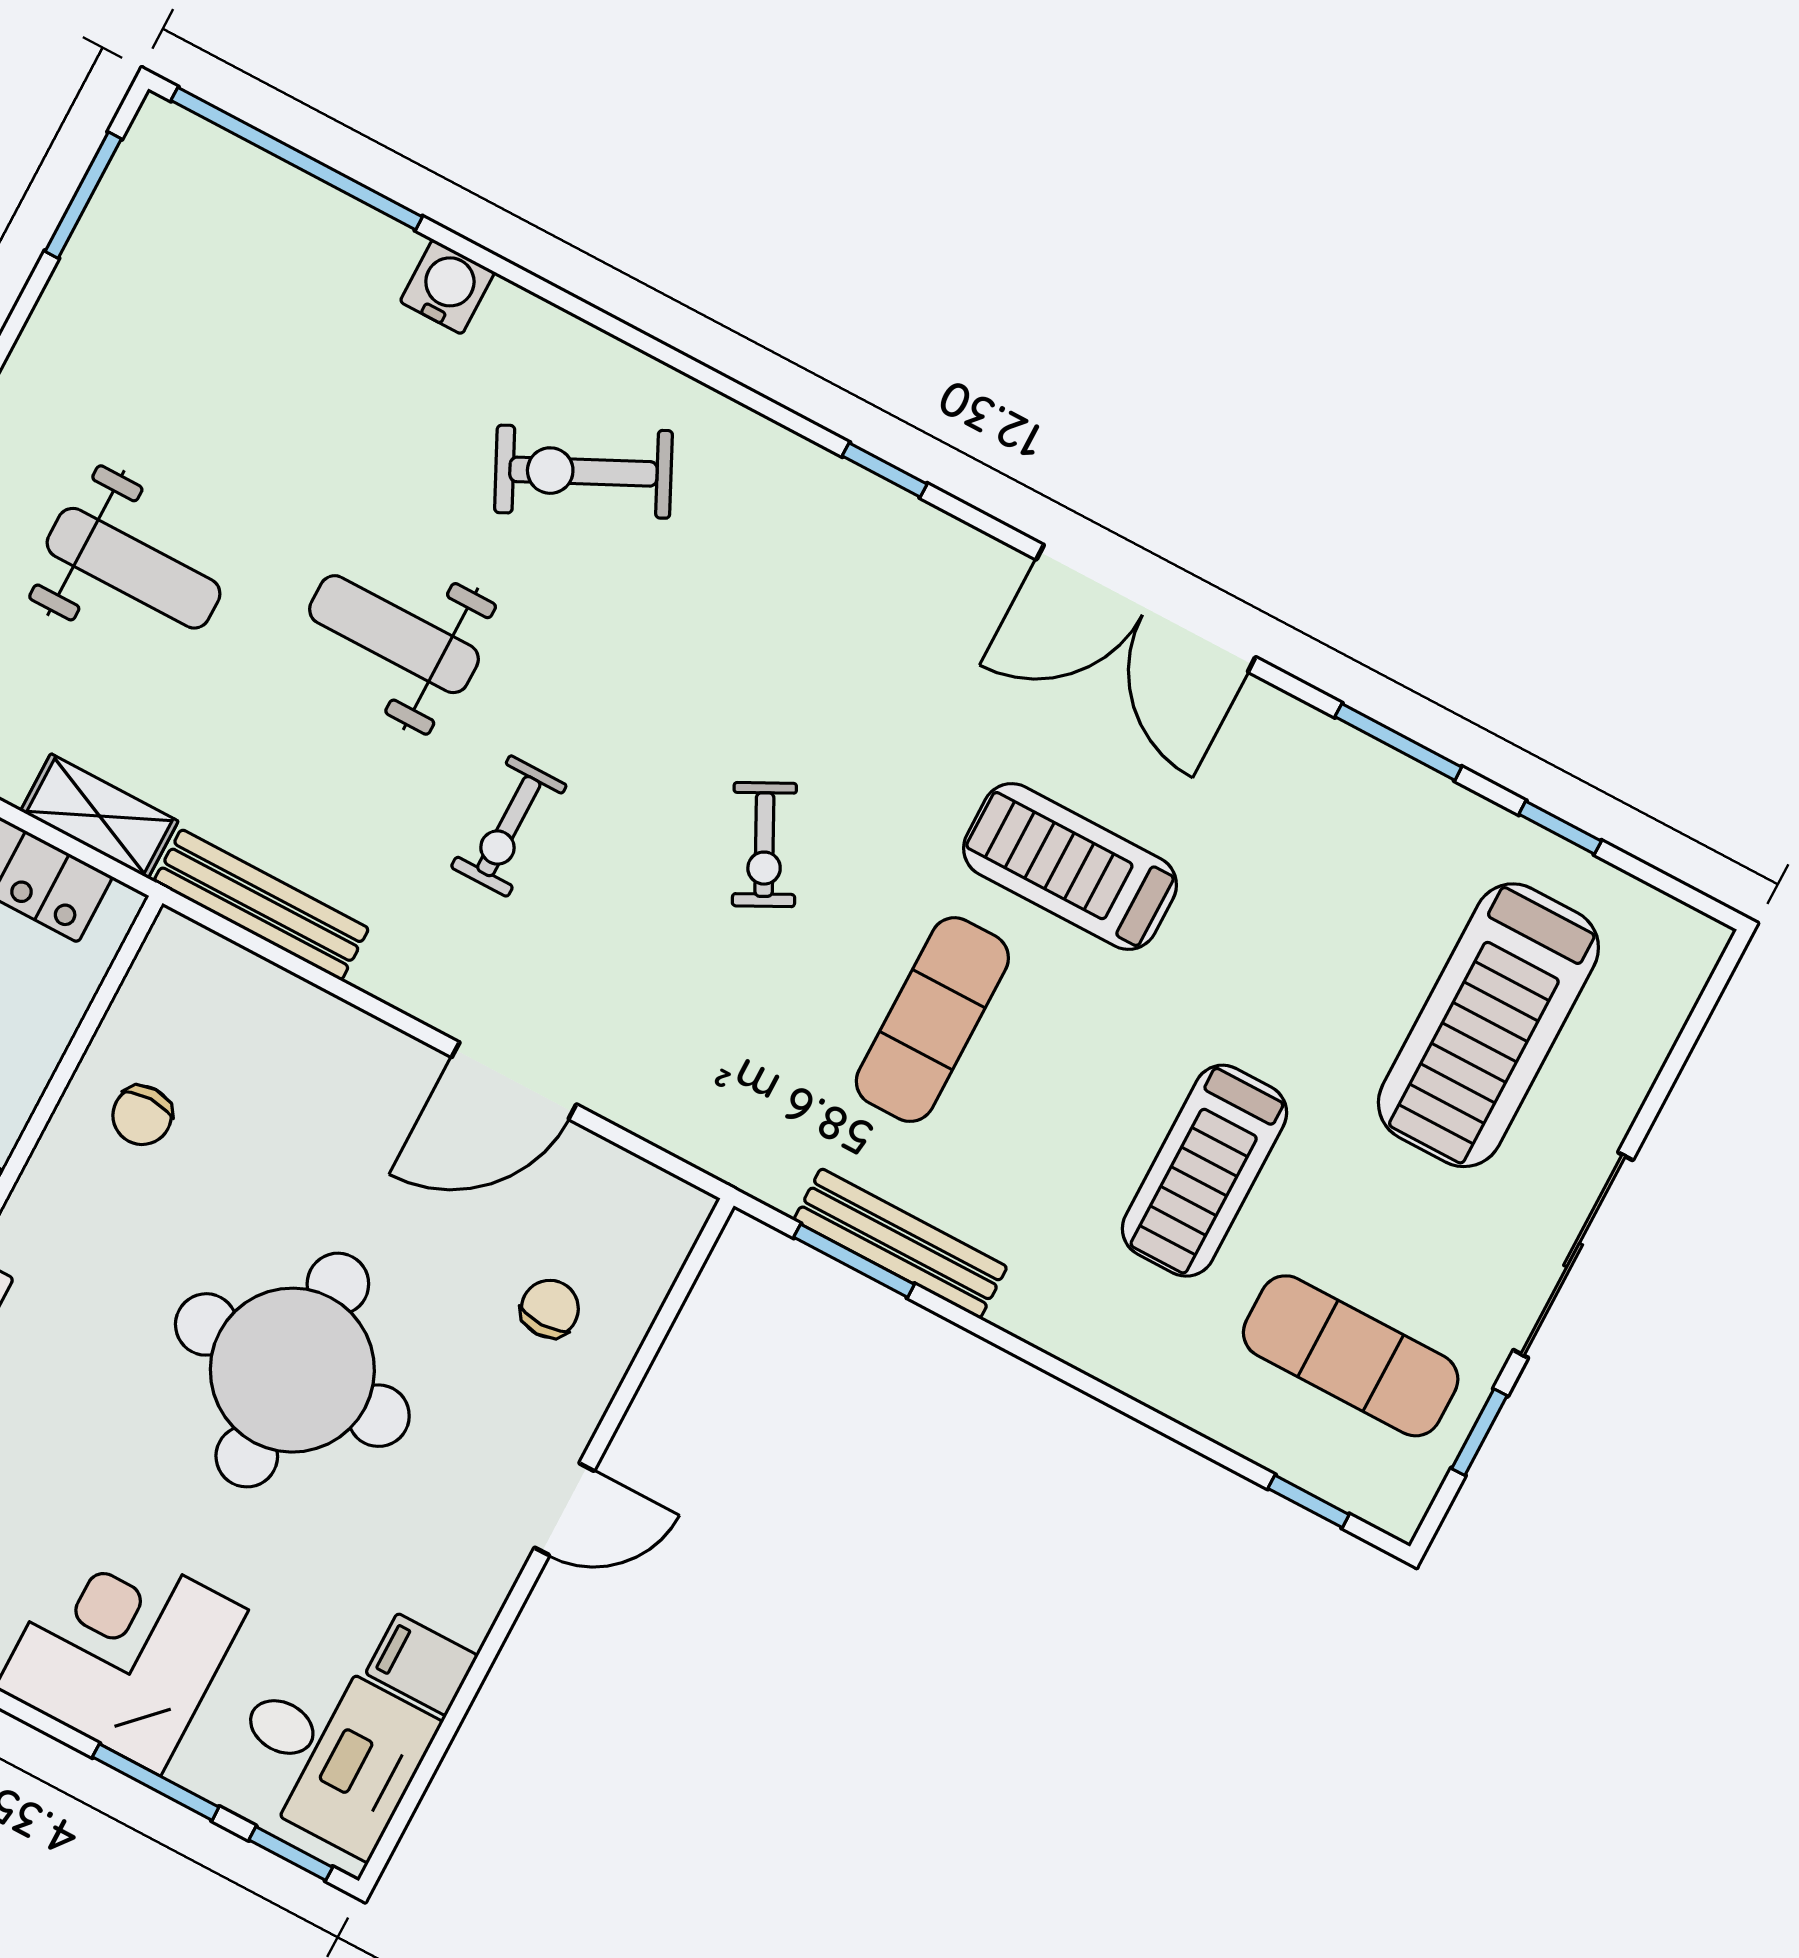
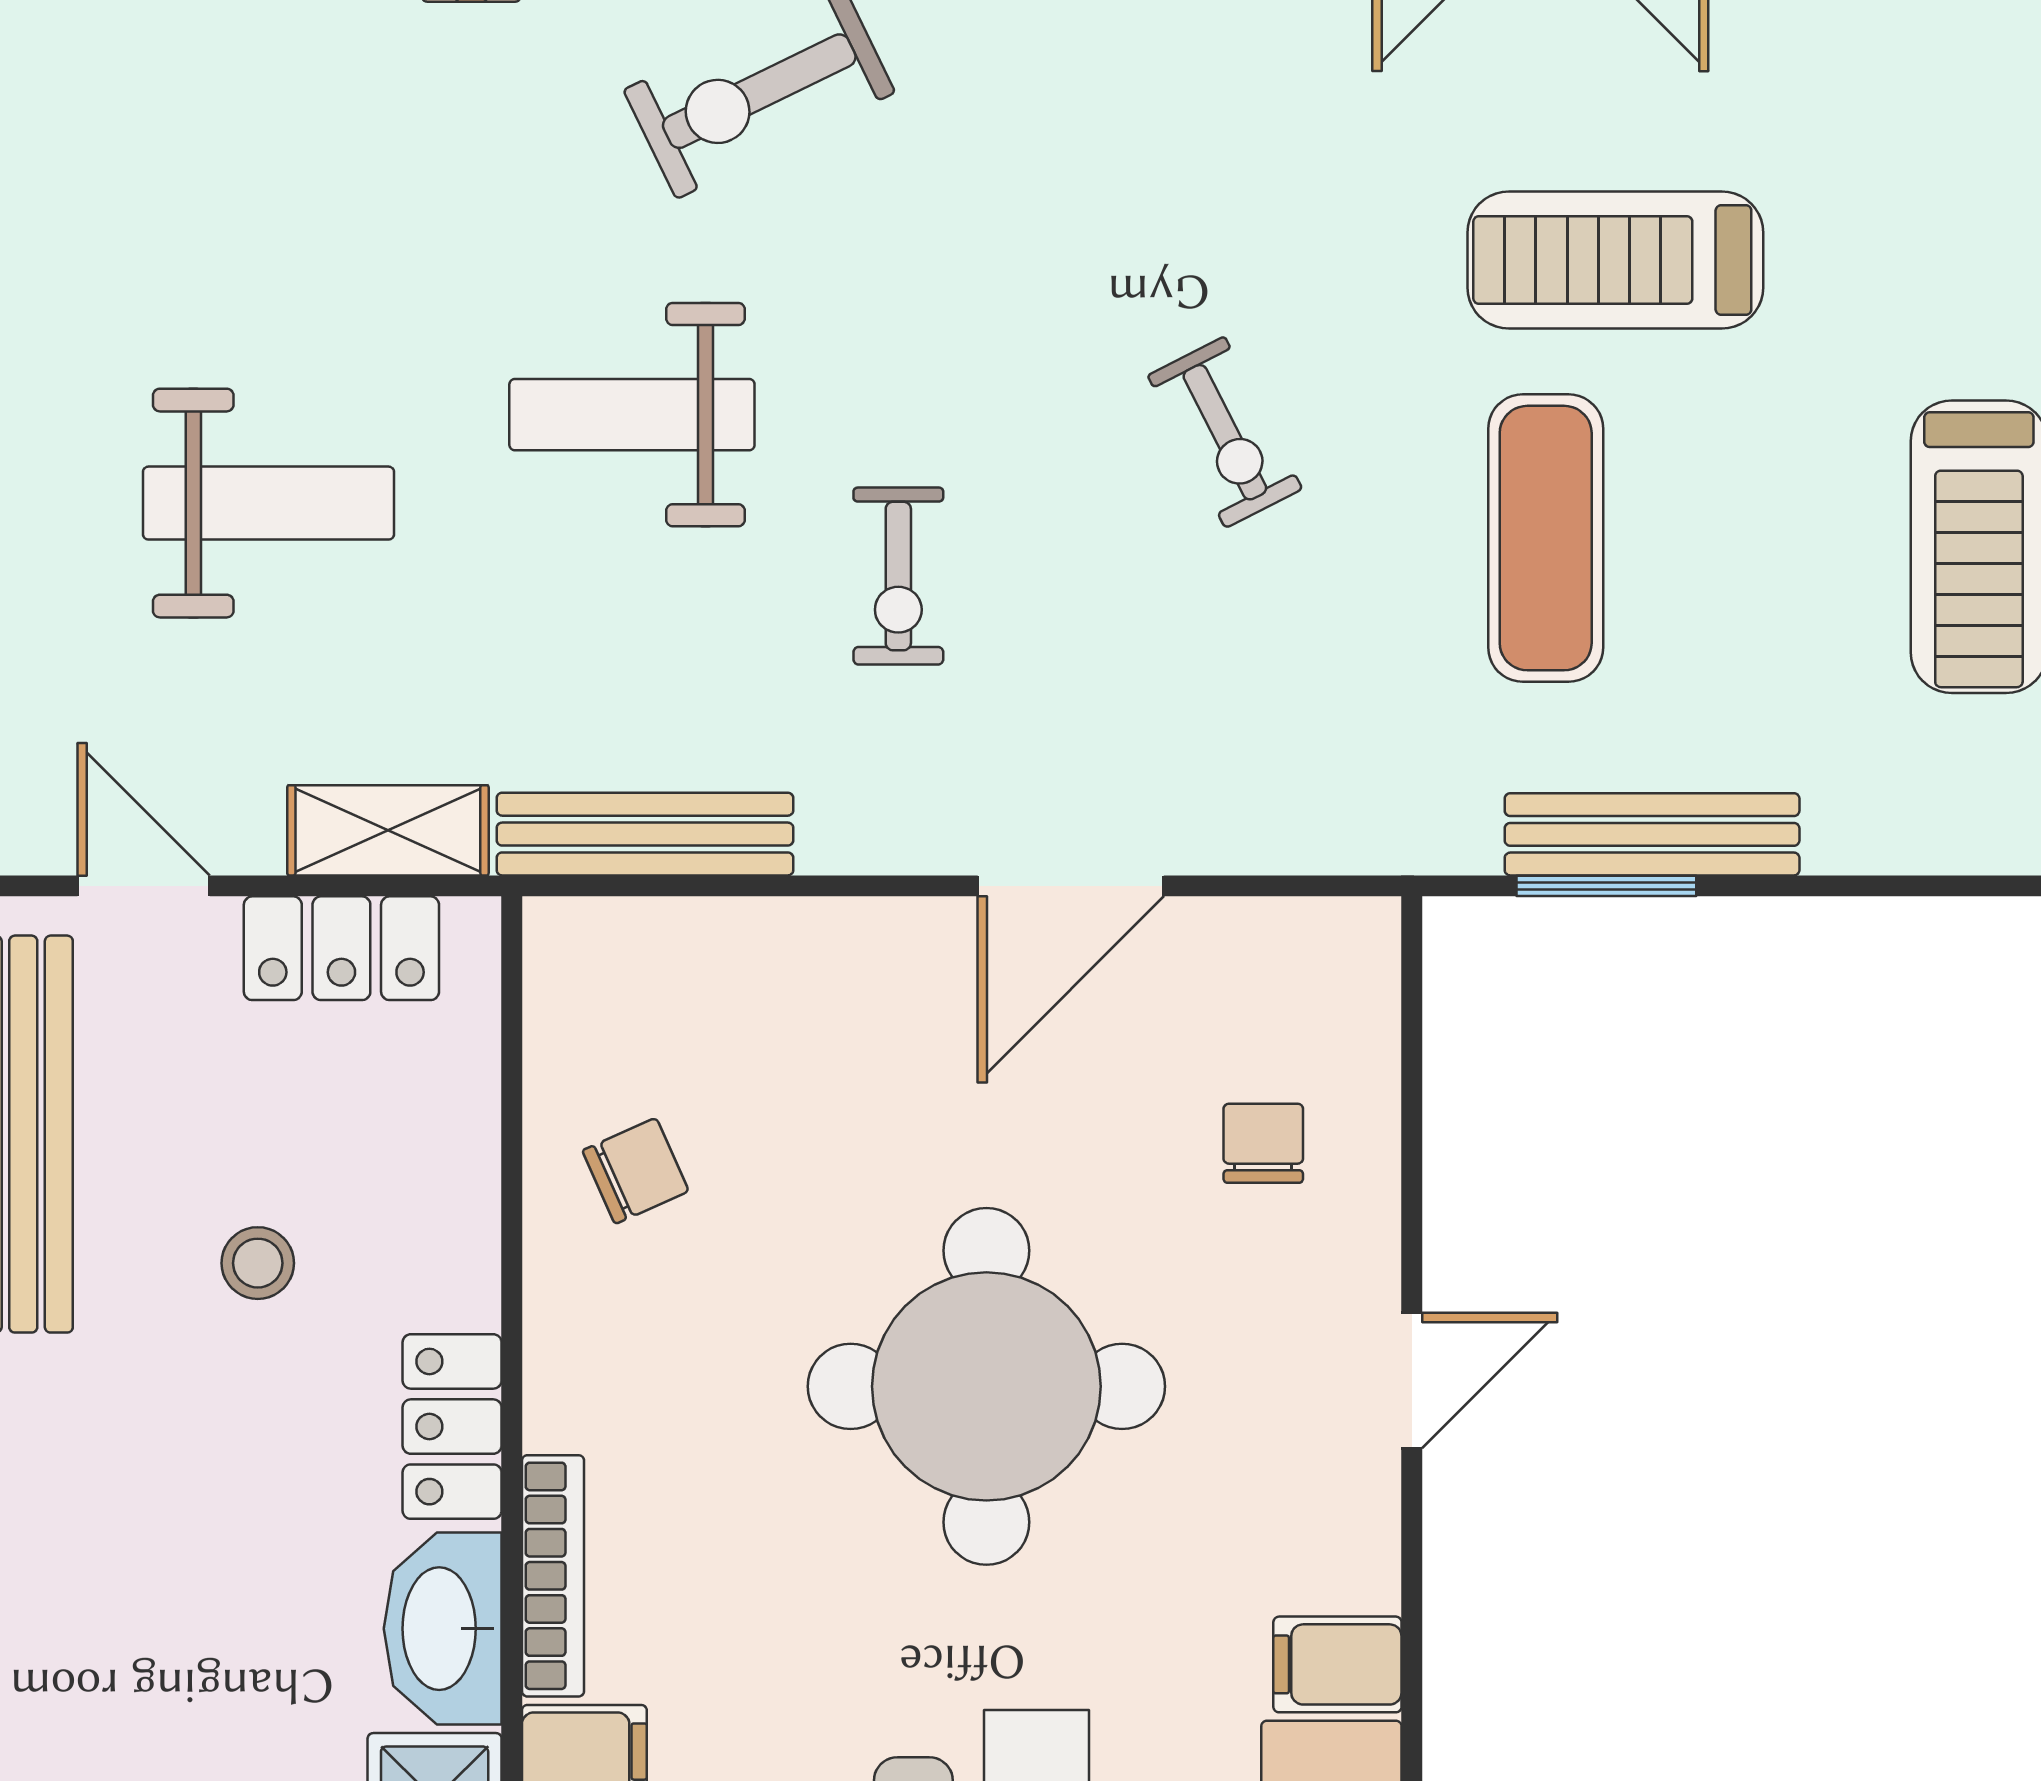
chair: (142, 1115) -> (636, 1171), turned -114

